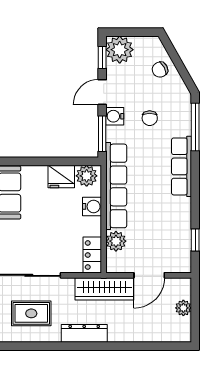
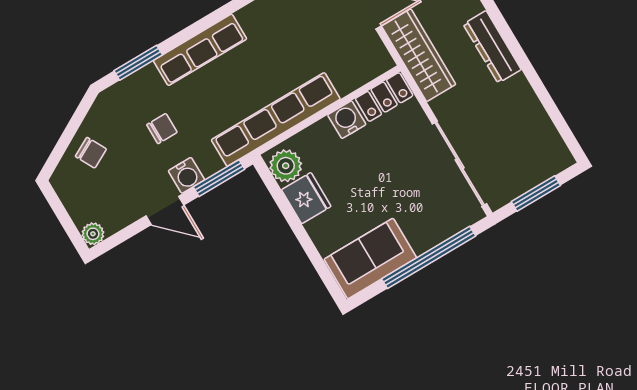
plant: (120, 50) -> (93, 234), width x0.53, depth x0.53
window: (102, 57) -> (120, 237), removed
window: (195, 127) -> (138, 63), width x0.69
water cooler: (92, 206) -> (347, 120), moved
plant: (116, 241) -> (348, 77), removed
rug: (31, 313) -> (507, 131), removed

